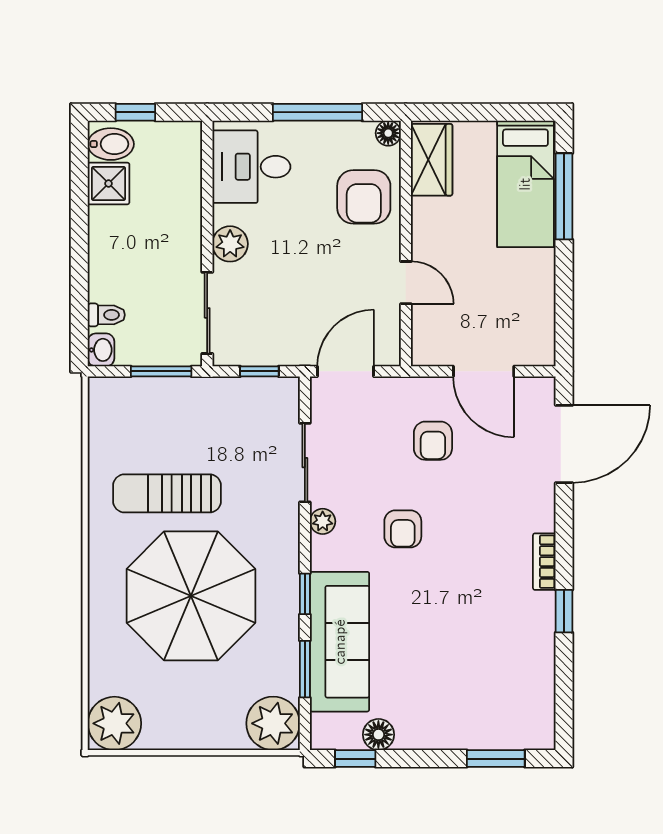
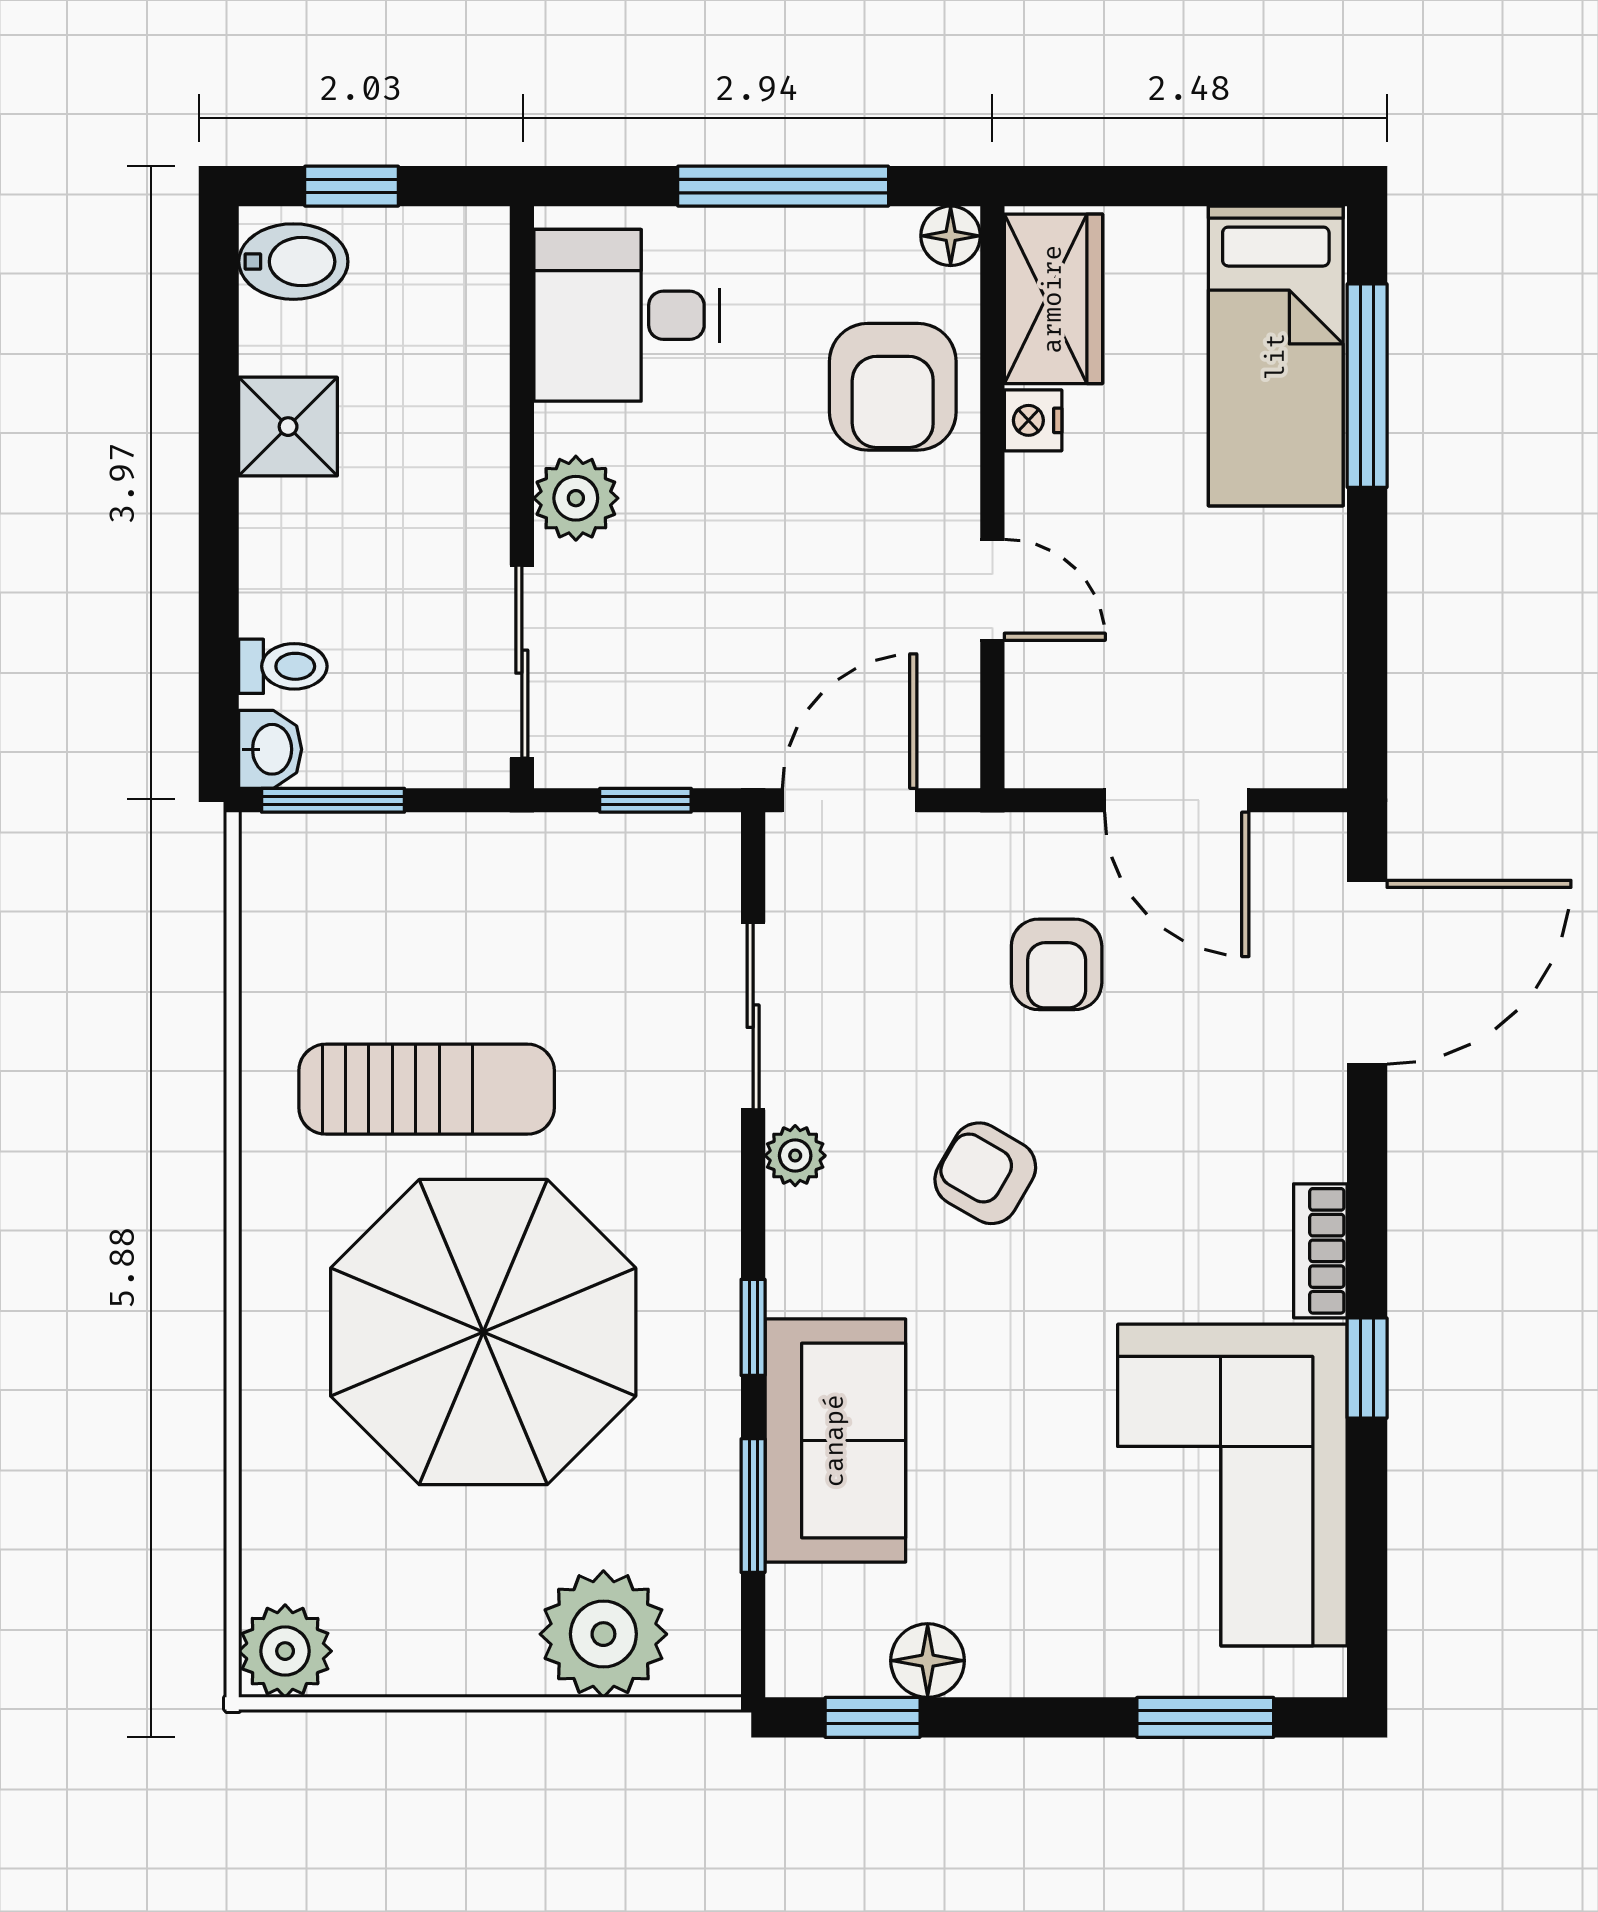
shower: (109, 183) -> (288, 427), moved
nightstand: (423, 211) -> (1033, 420), added
window: (161, 371) -> (333, 800), moved
sun lounger: (167, 493) -> (427, 1089), turned 180
armchair: (403, 529) -> (985, 1173), turned 120
sofa: (340, 642) -> (835, 1441), width x0.73
corner sofa: (507, 660) -> (1232, 1485), added
plant: (114, 723) -> (285, 1651), width x0.73, depth x0.73
plant: (273, 723) -> (603, 1634), moved

